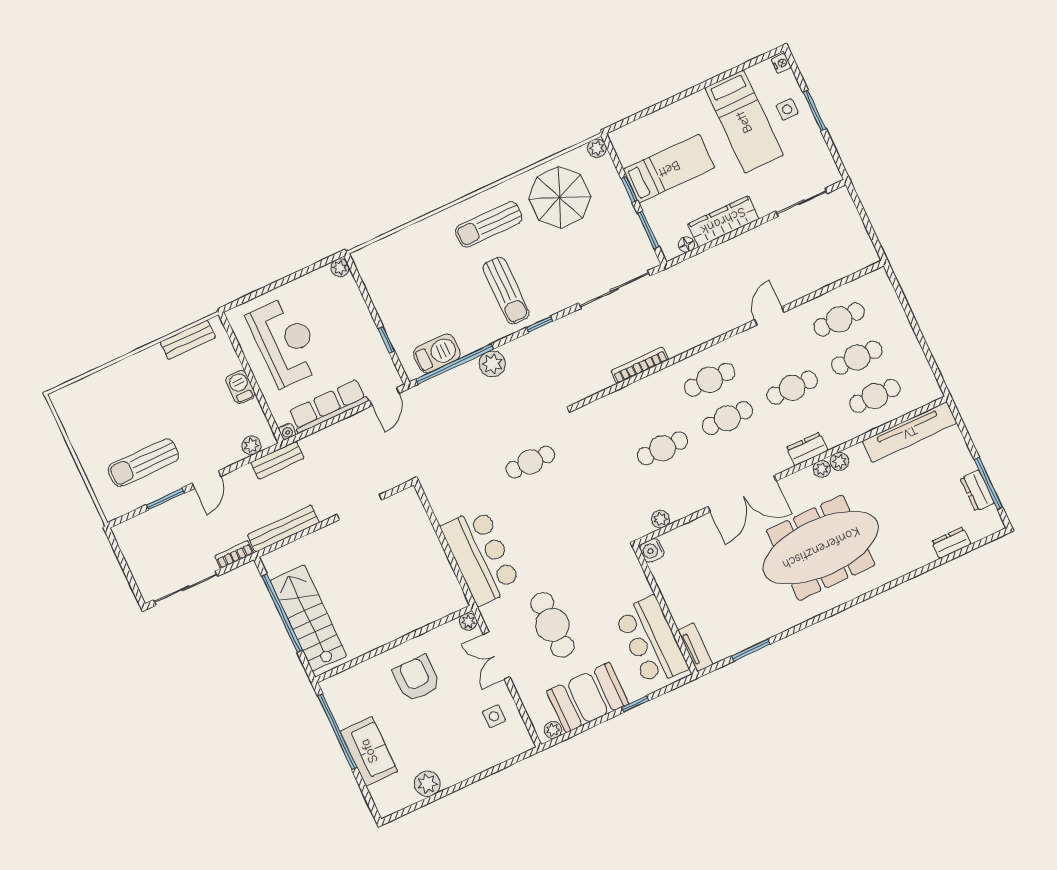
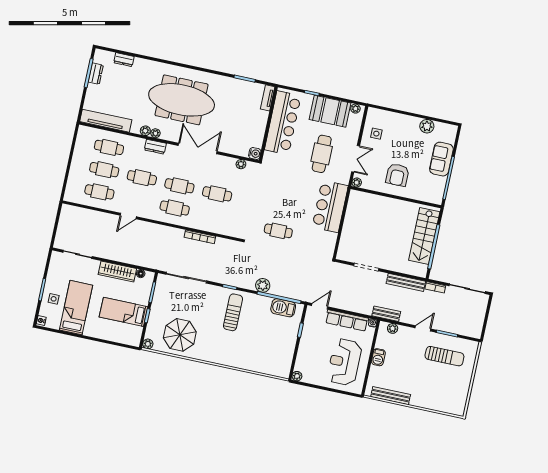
sun lounger: (489, 224) -> (219, 346), removed
bench: (188, 340) -> (391, 396), width x1.36
bar counter: (651, 641) -> (283, 123), width x1.36

